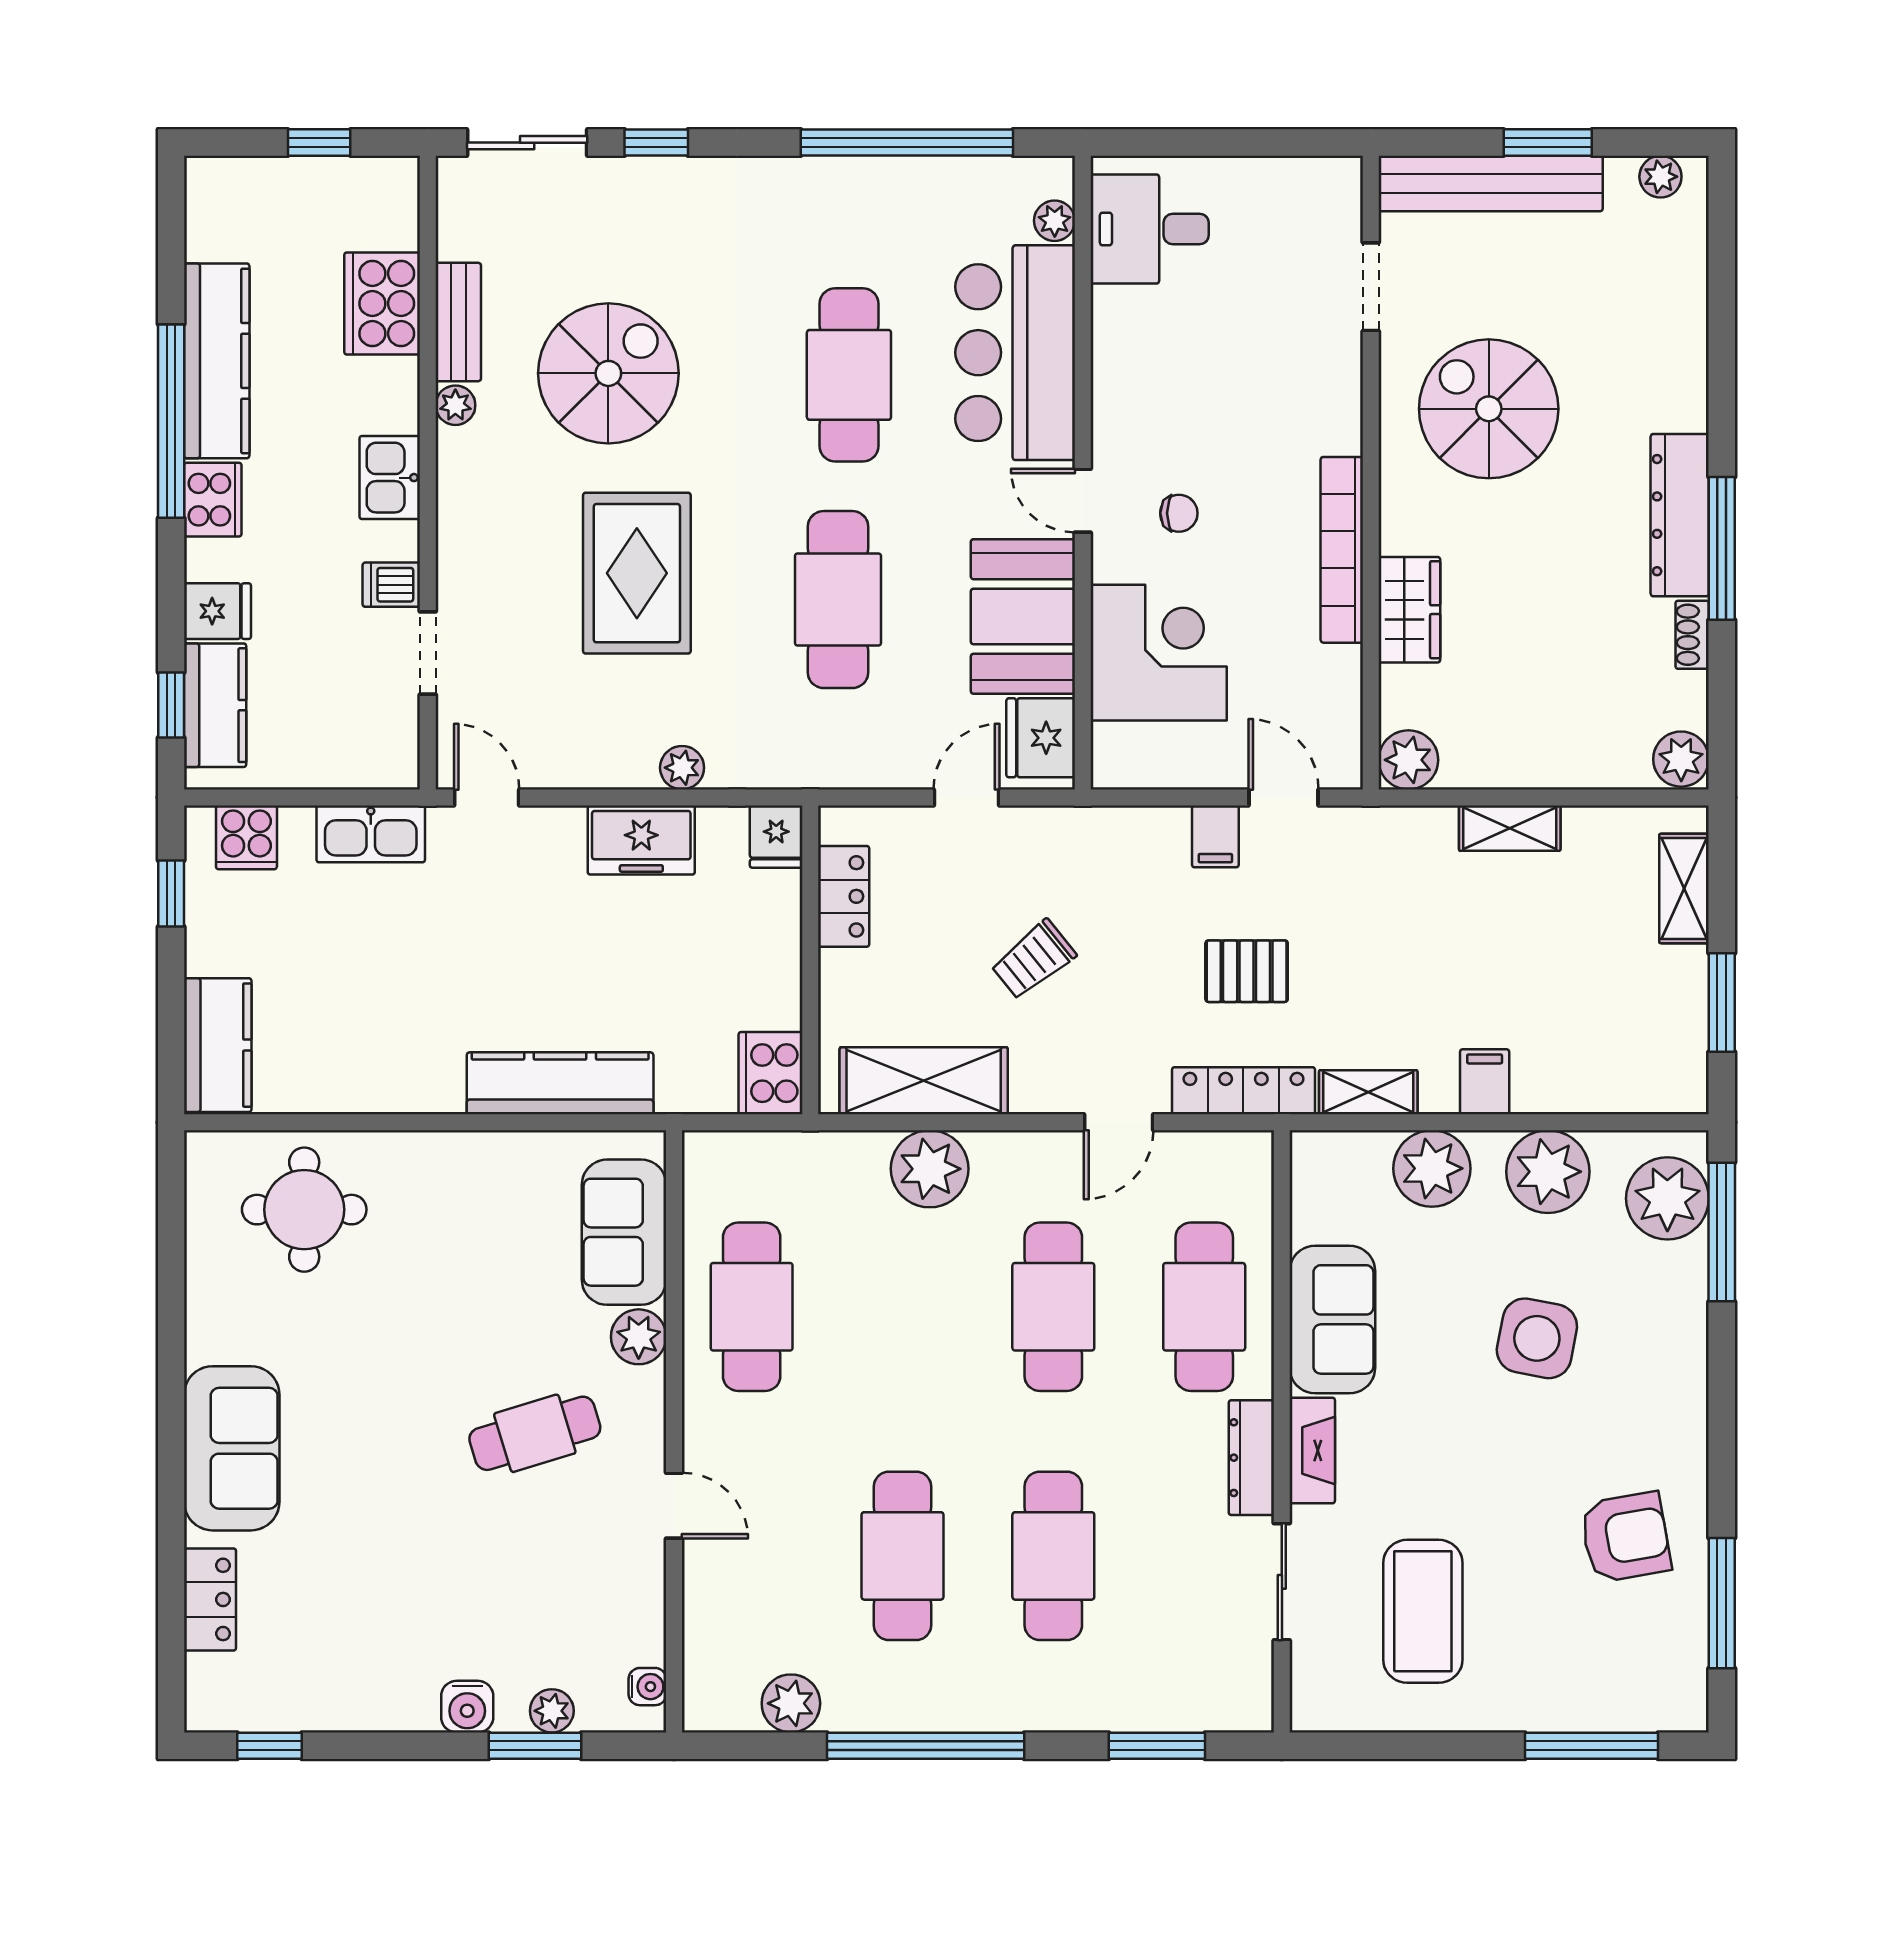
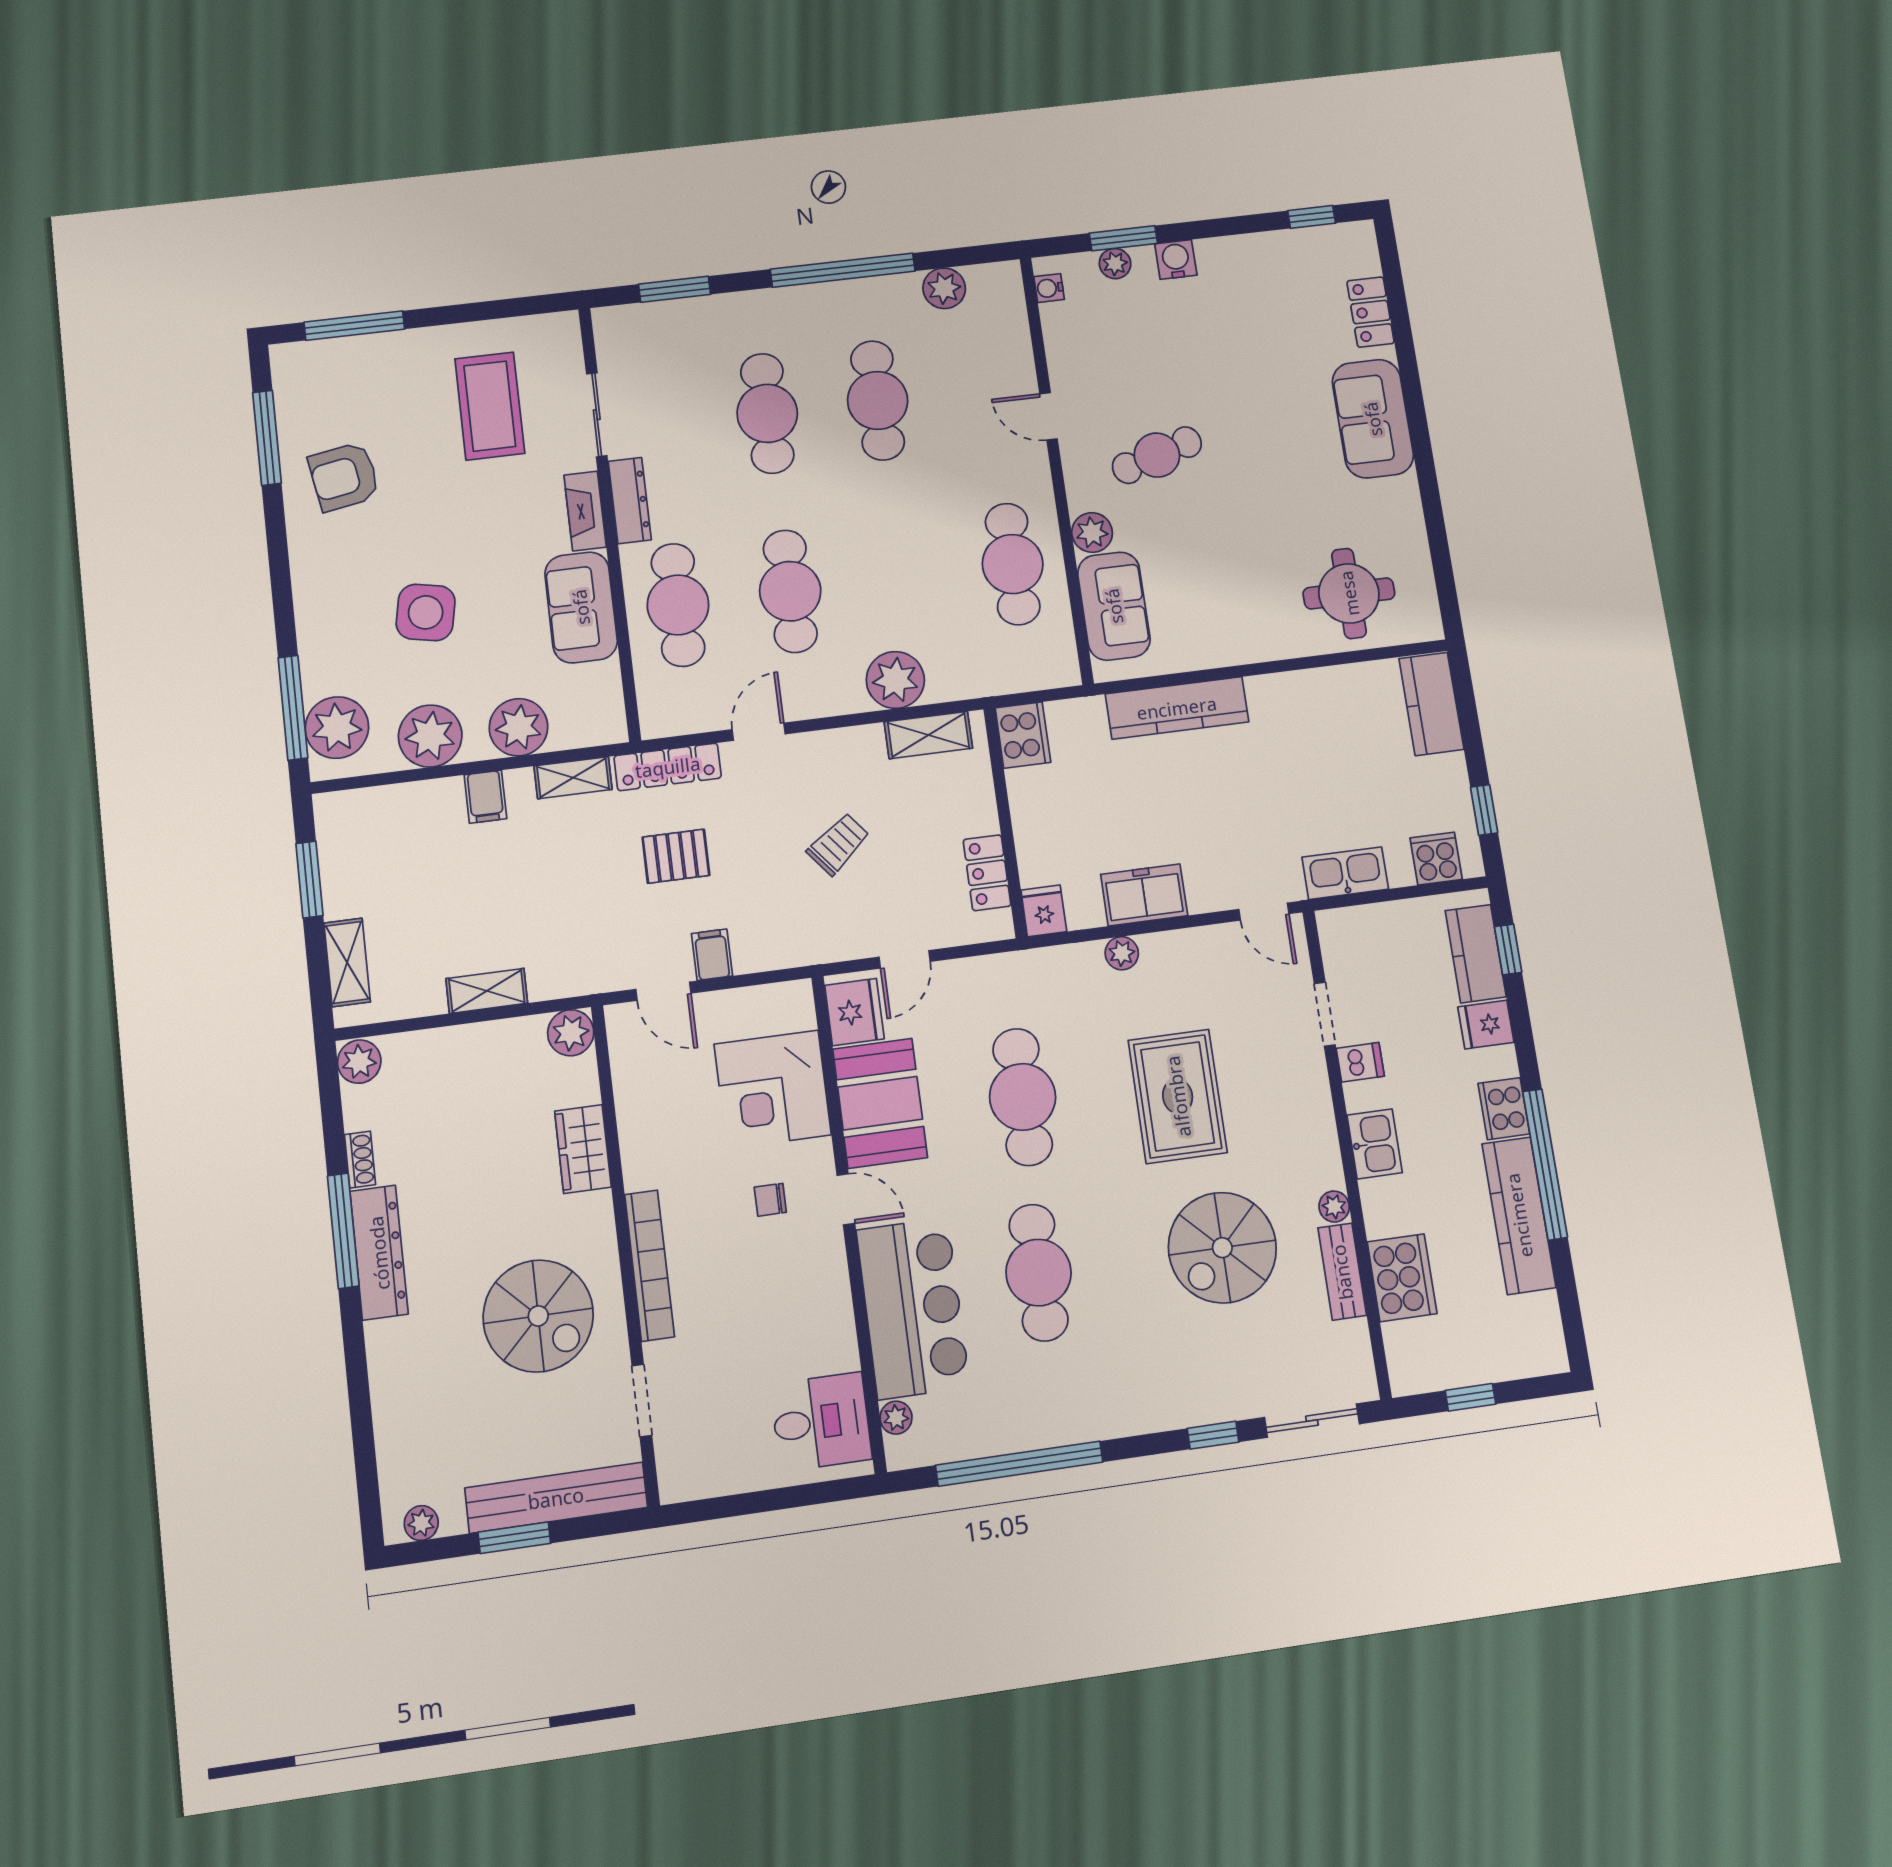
bookcase: (1342, 550) -> (649, 1265), moved
shelving: (924, 1081) -> (928, 735), width x0.67, depth x0.75

